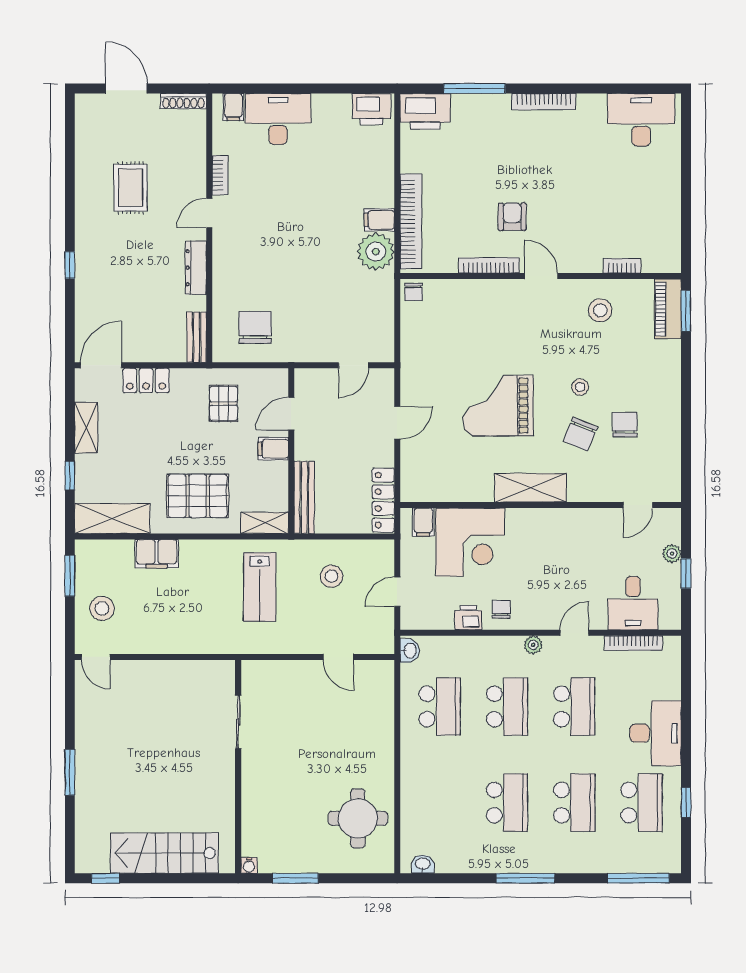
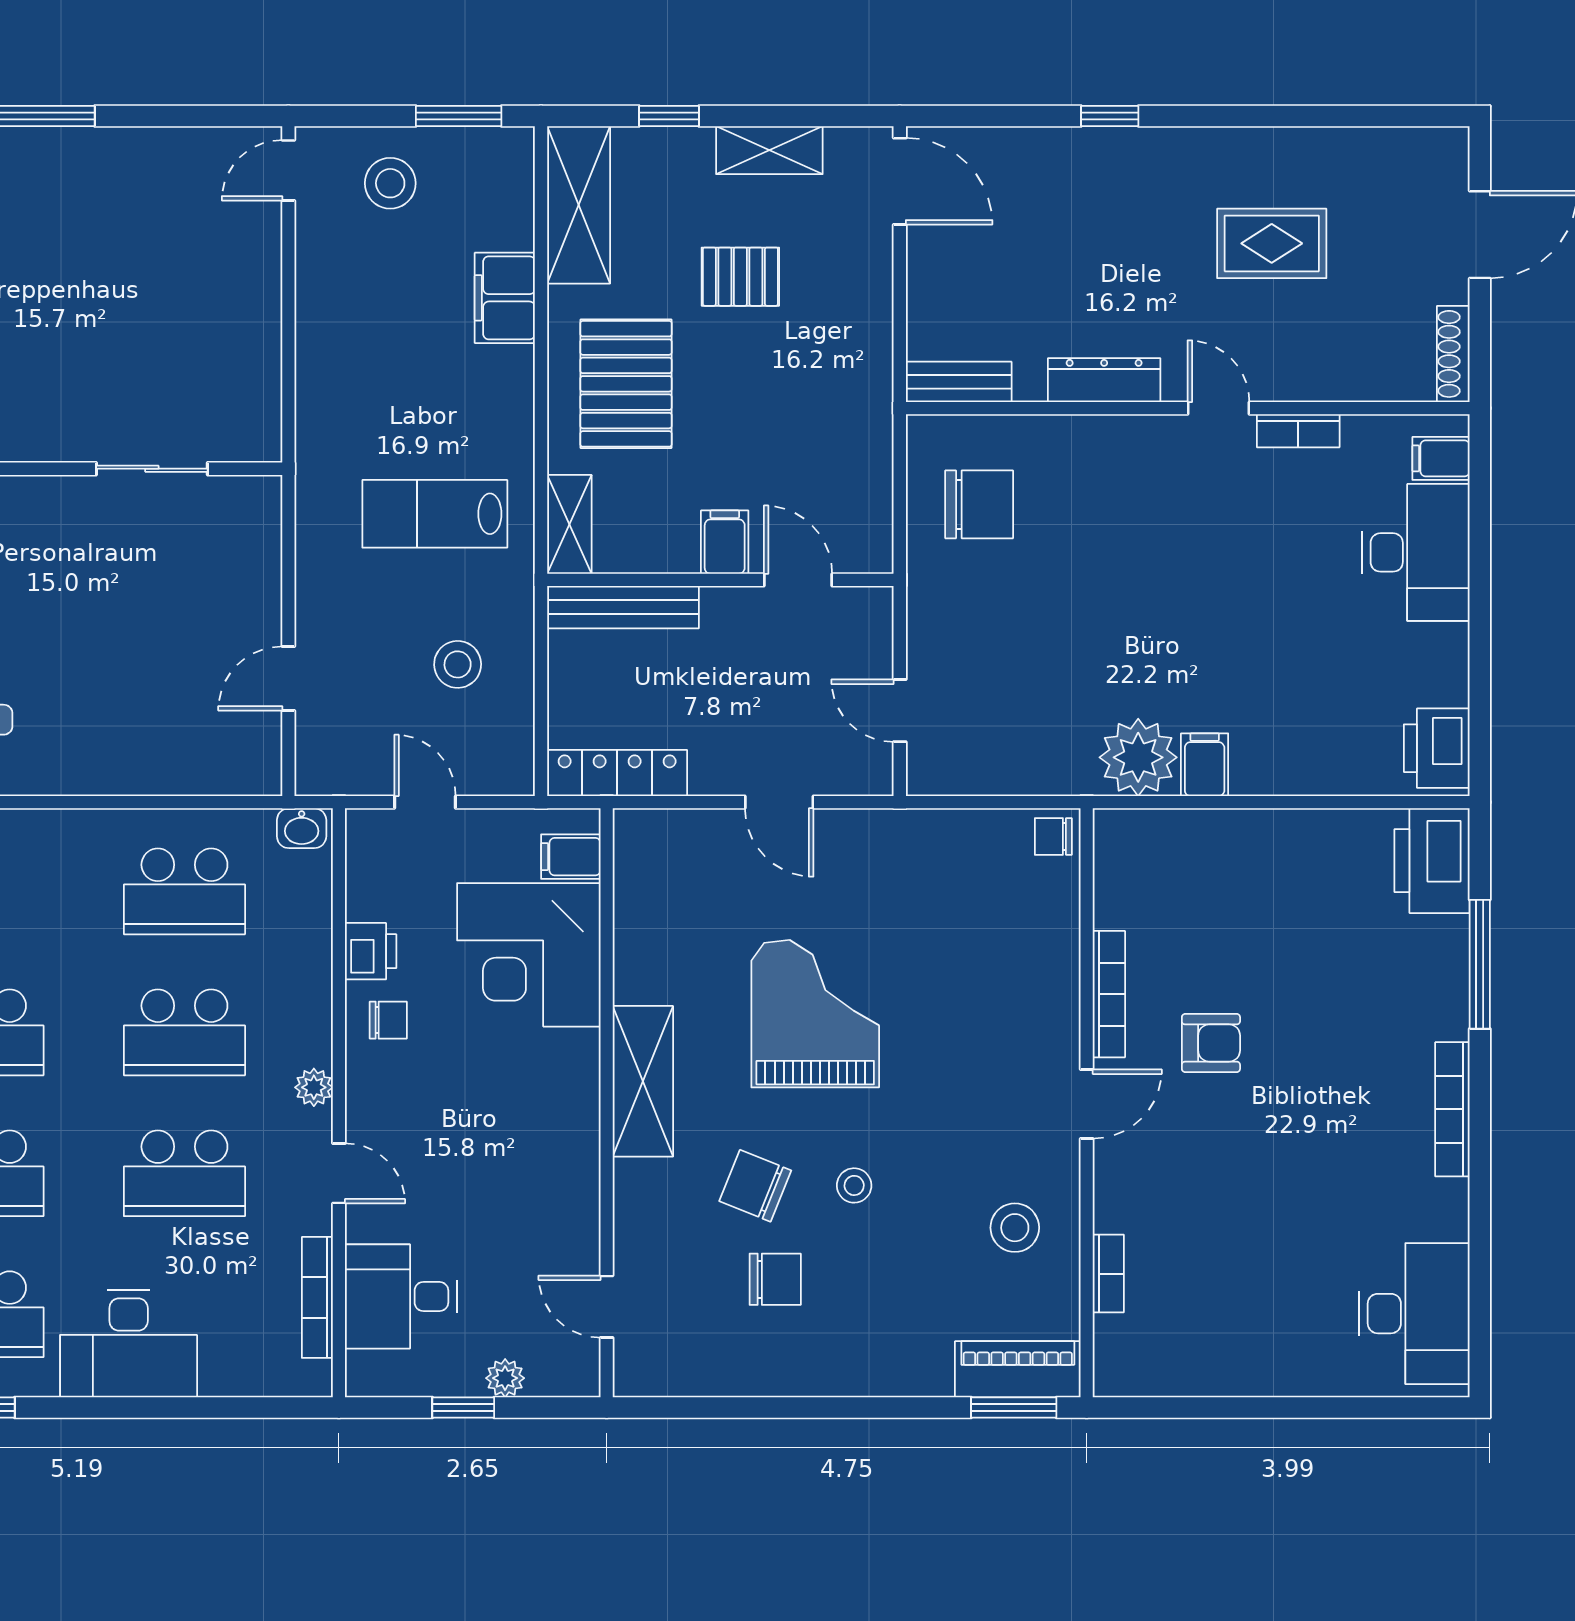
bookcase: (411, 221) -> (1201, 831), removed
locker: (146, 380) -> (868, 276), removed
pallet: (224, 403) -> (740, 277), moved

